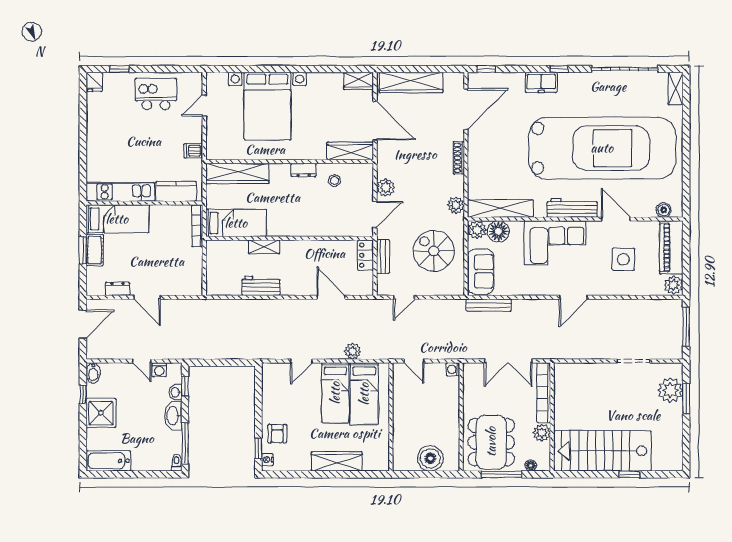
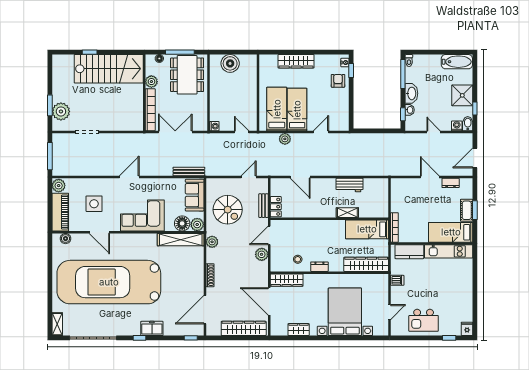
wardrobe: (358, 81) -> (299, 330), moved
workbench: (572, 208) -> (130, 240), removed
washing machine: (159, 370) -> (457, 126), moved

